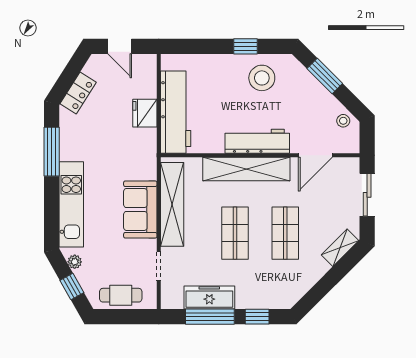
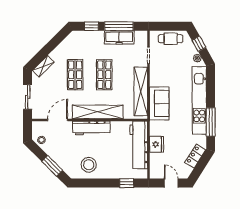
window: (246, 46) -> (127, 183), moved
kitchen unit: (71, 204) -> (199, 100), width x1.36
sofa: (140, 209) -> (159, 103), moved

